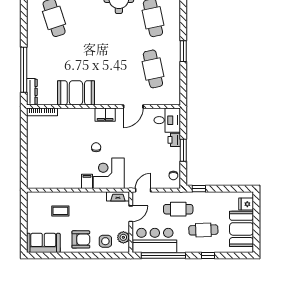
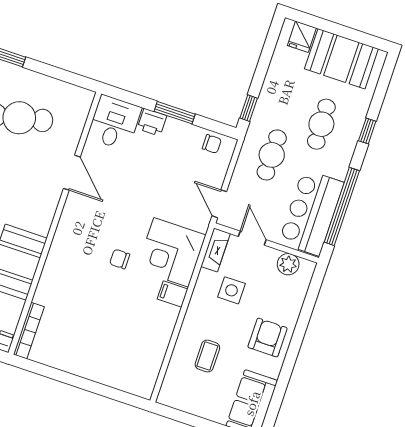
filing cabinet: (105, 115) -> (70, 225), removed
side table: (105, 241) -> (232, 290), moved

